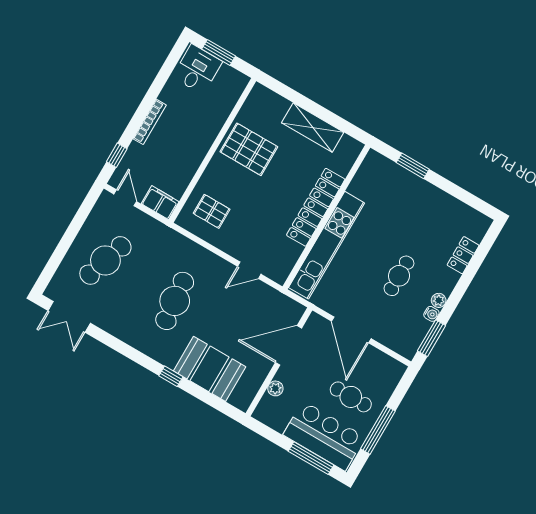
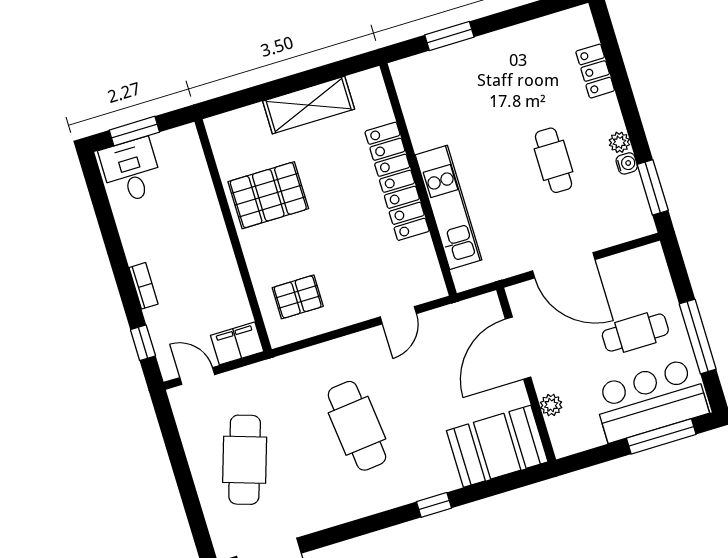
bookcase: (150, 122) -> (143, 286), width x0.64
kitchen unit: (327, 245) -> (449, 207), width x0.73
booth: (210, 369) -> (497, 446), moved

